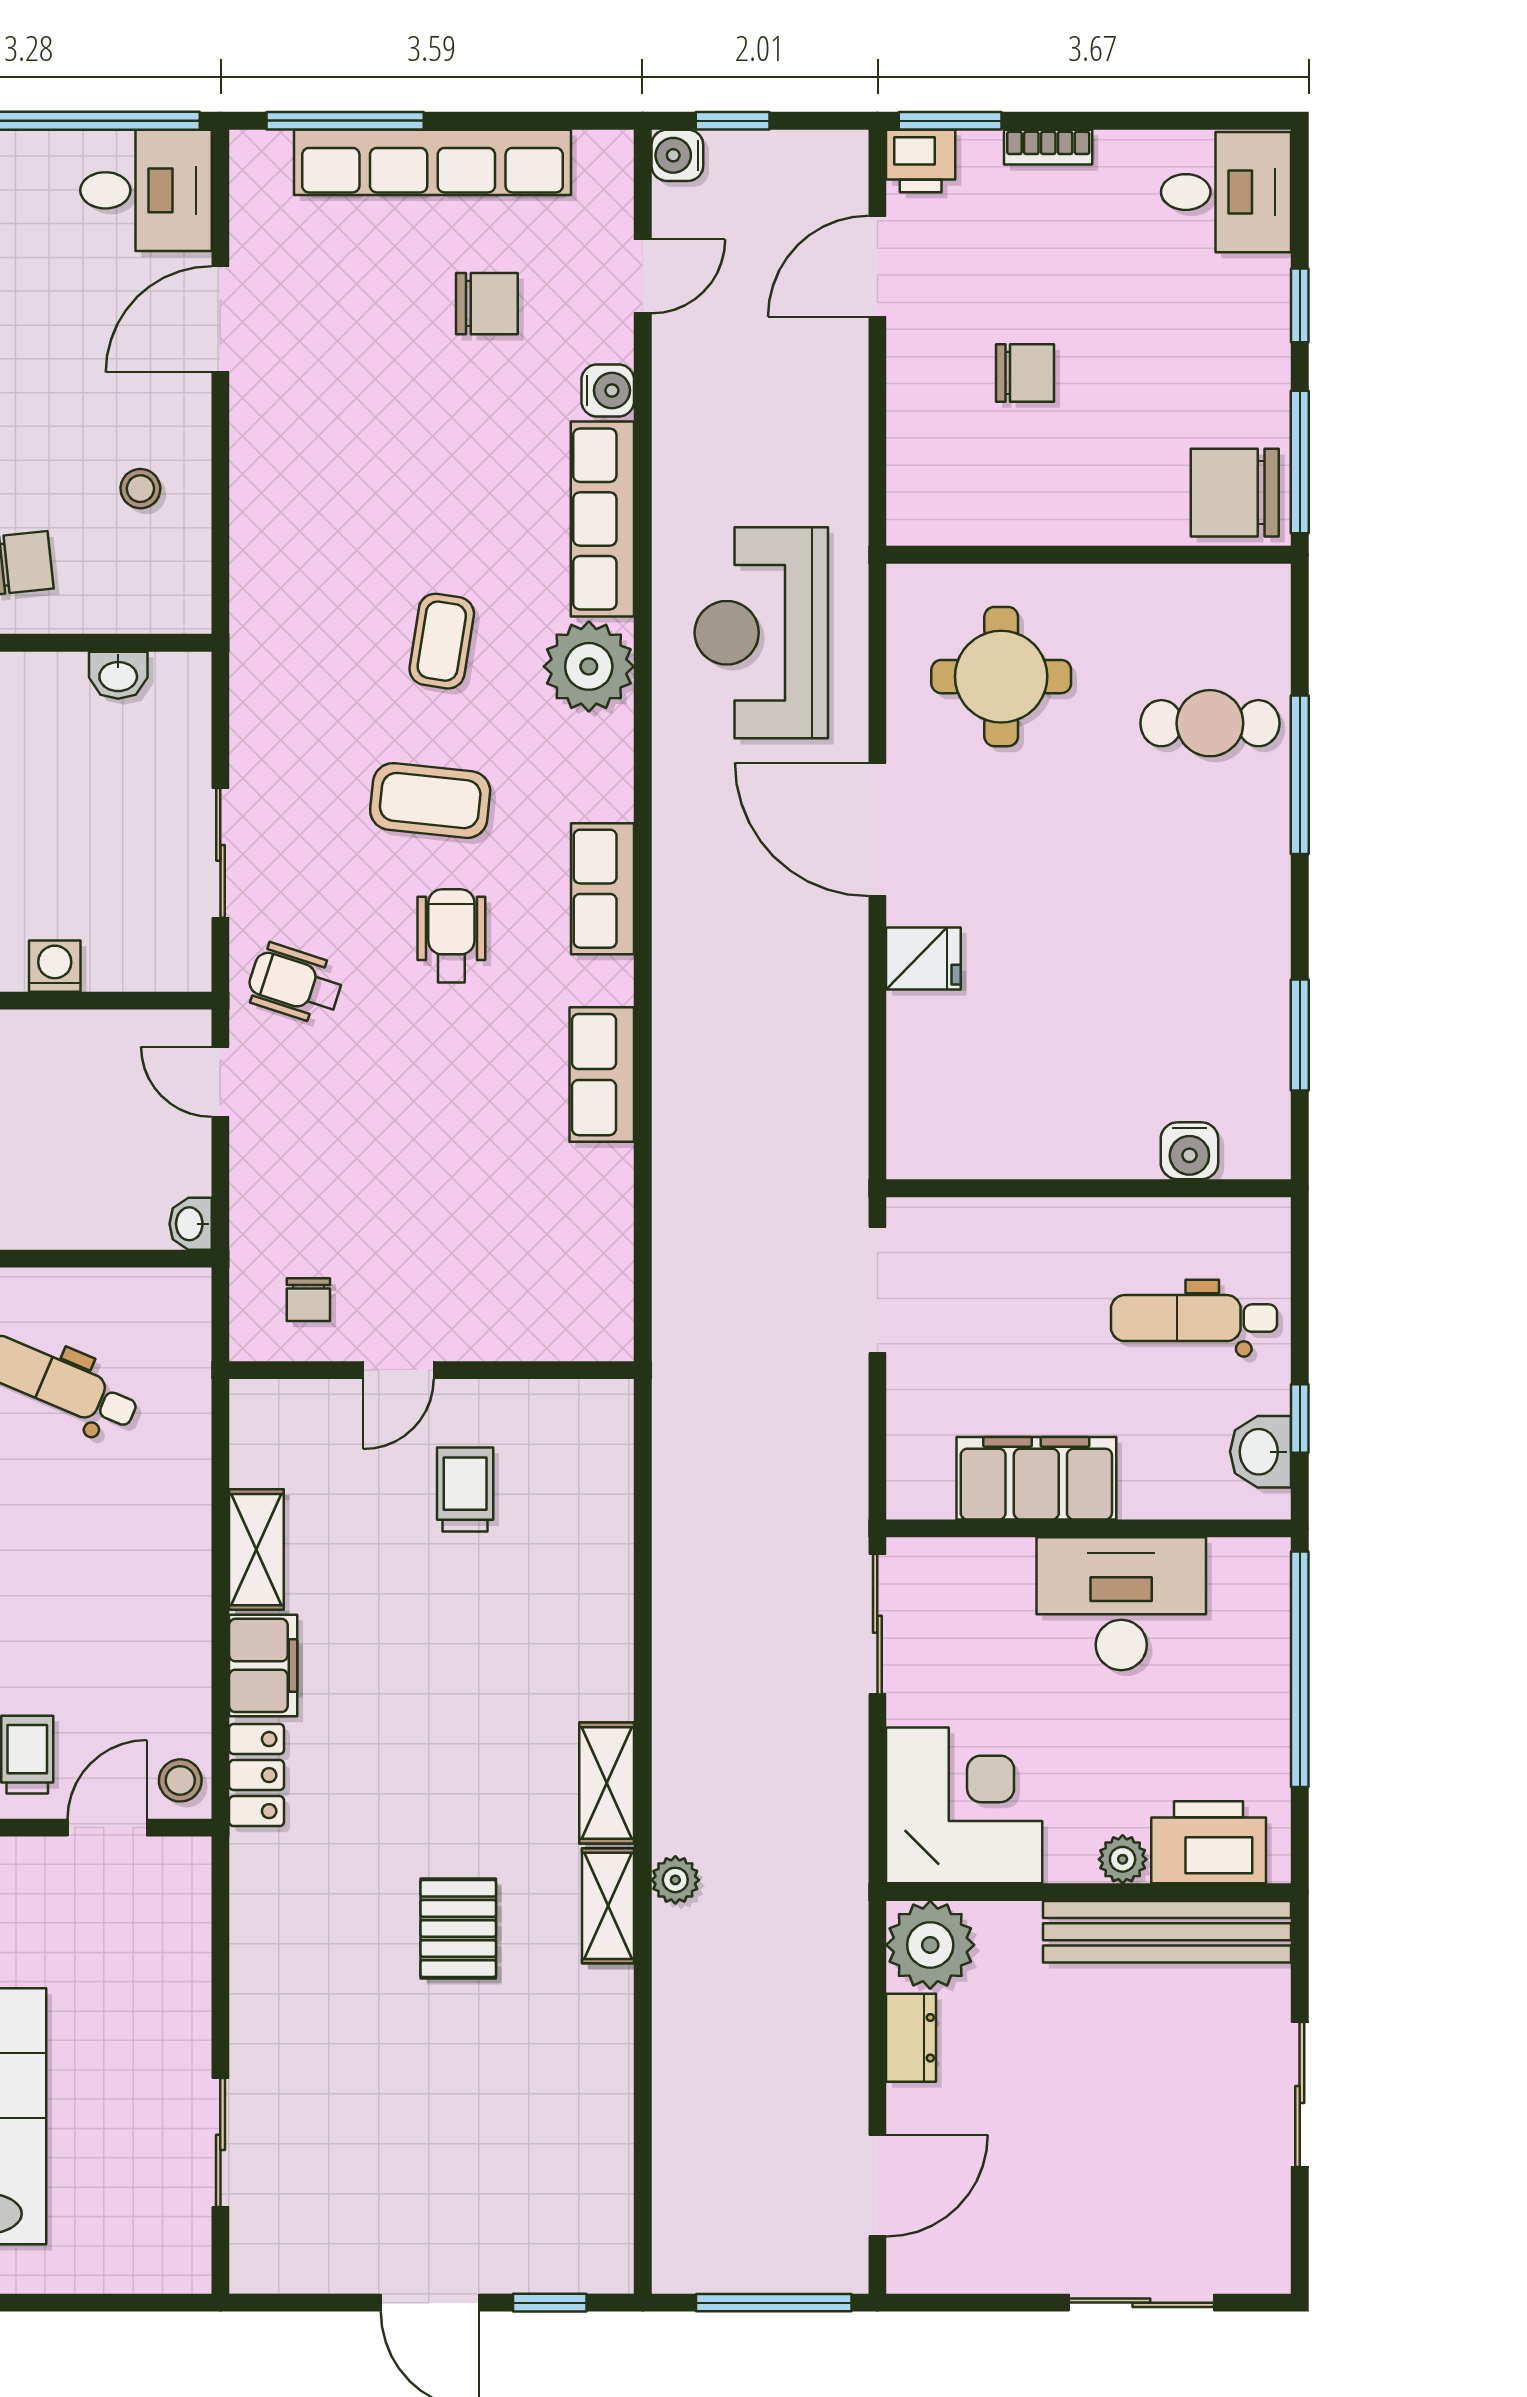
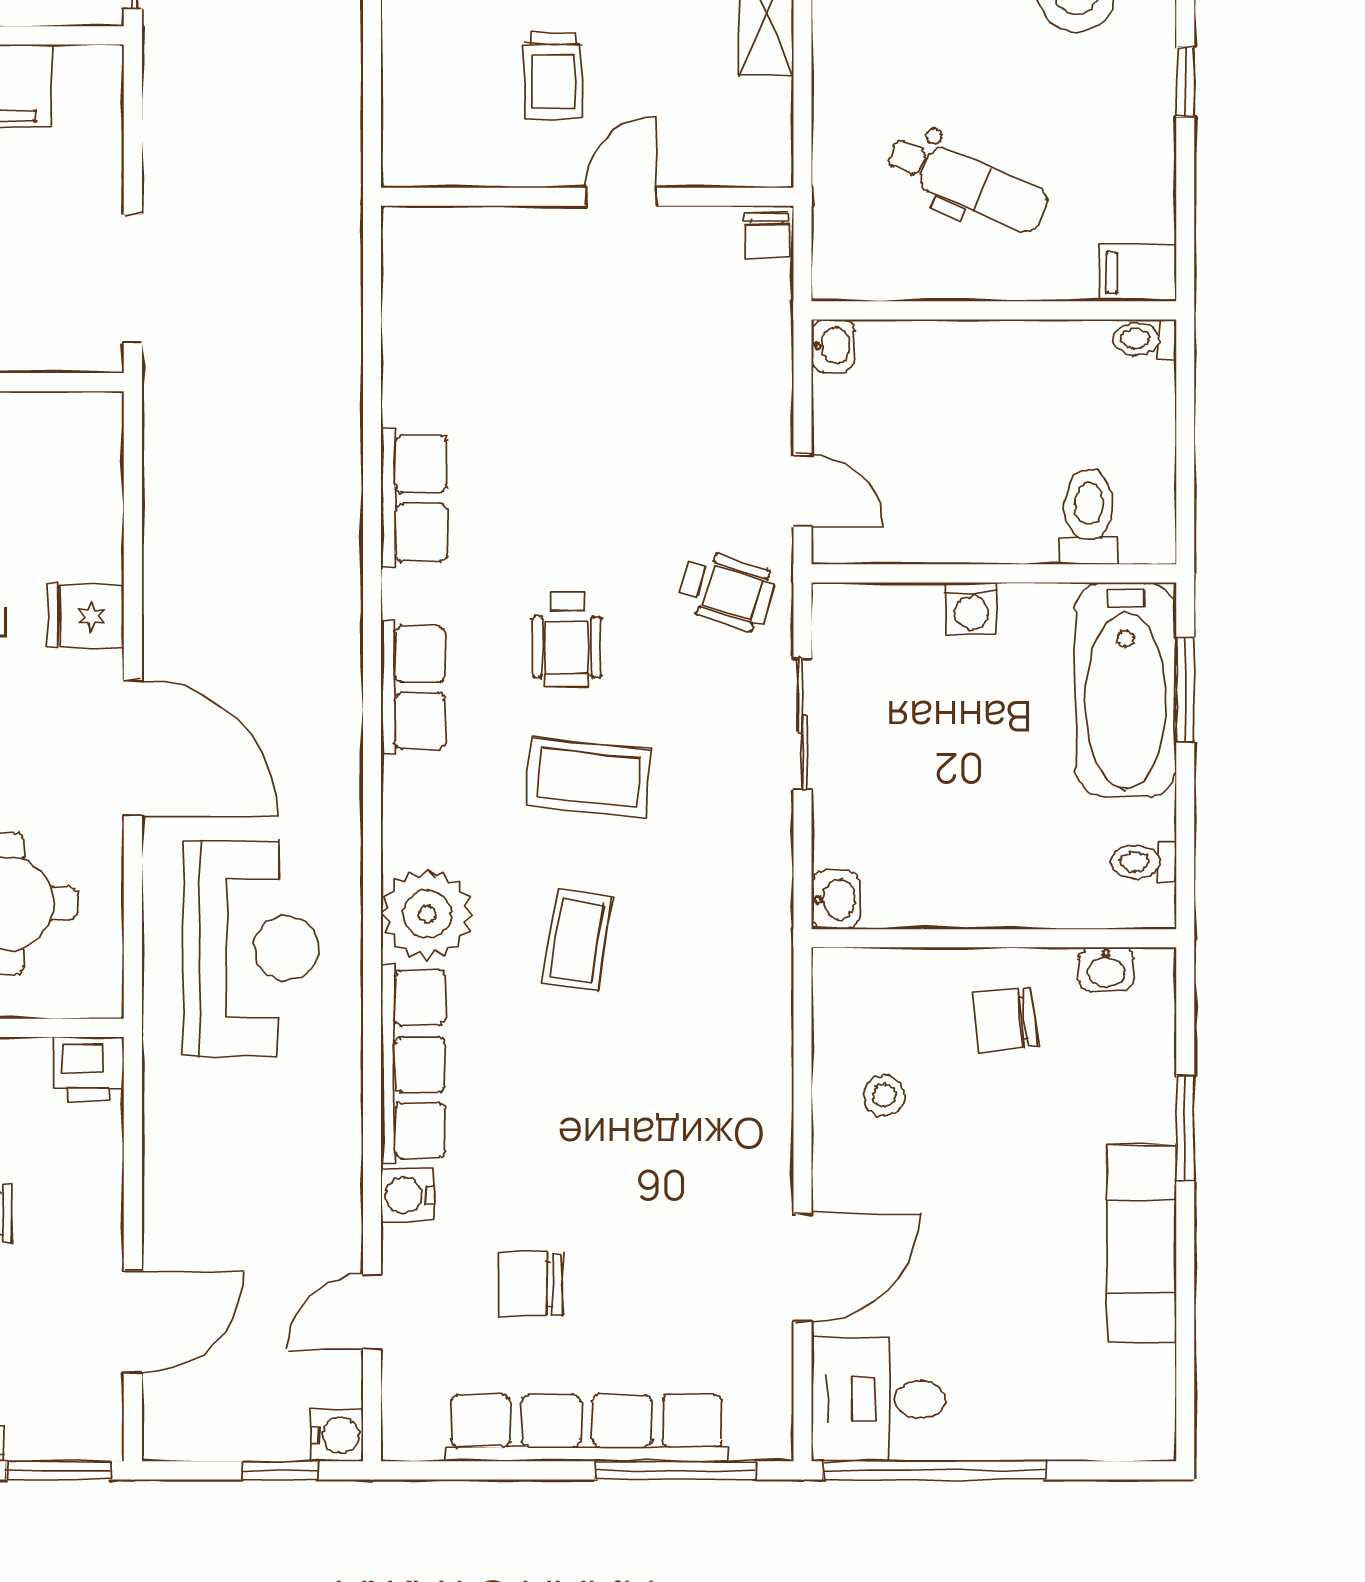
printer: (921, 161) -> (89, 1069), moved, turned 180
washbasin: (118, 675) -> (836, 899), moved, turned 90
chair: (308, 1300) -> (766, 235), moved, turned 180

